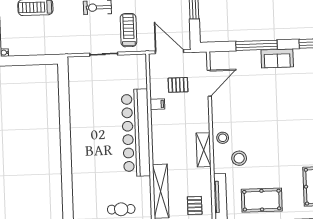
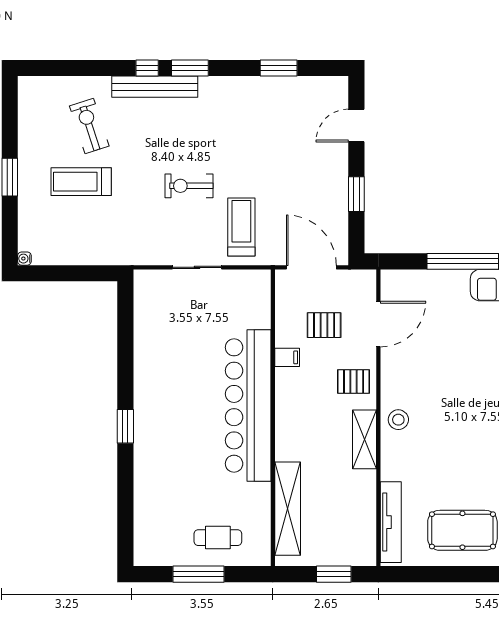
window: (66, 147) -> (125, 426), added
stool: (239, 158) -> (426, 456), removed
pallet: (195, 206) -> (354, 381), moved, turned 90

